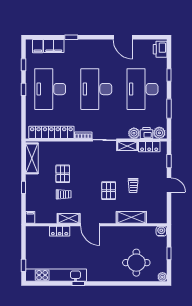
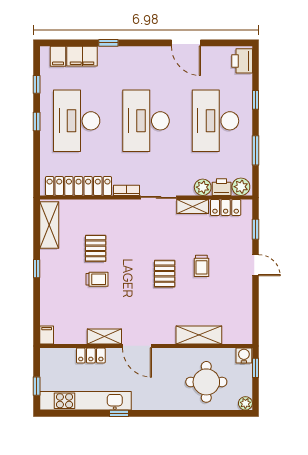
filing cabinet: (30, 217) -> (47, 335), moved
shelving: (131, 217) -> (199, 335), moved
shelving: (69, 218) -> (104, 336), moved
door: (90, 225) -> (137, 346), moved
wall: (96, 225) -> (146, 346), moved
locker: (60, 231) -> (91, 356), moved
water cooler: (161, 231) -> (244, 356), moved

